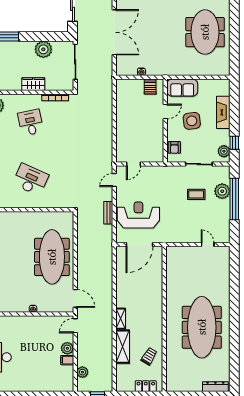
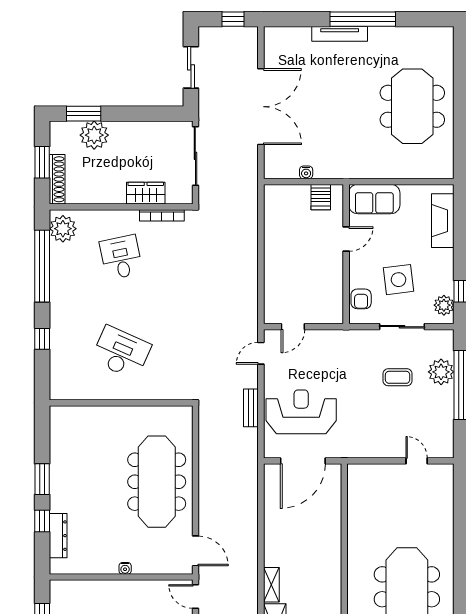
plant: (43, 49) -> (94, 135), moved
wardrobe: (33, 84) -> (146, 193), moved
fireplace: (223, 112) -> (443, 221), moved
side table: (192, 121) -> (399, 280), moved
door: (75, 326) -> (195, 596), hinge flipped

